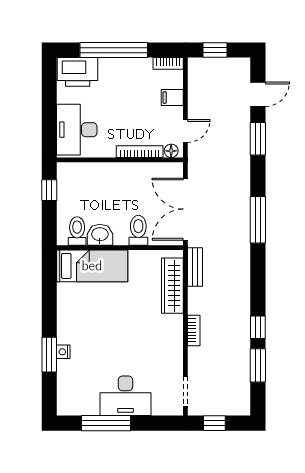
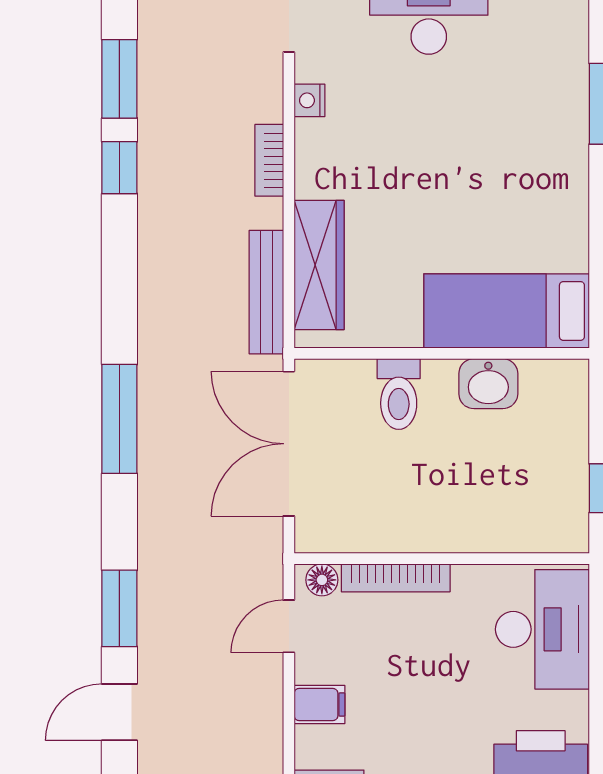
double door: (185, 209) -> (289, 444), swing flipped
toilet: (77, 231) -> (542, 392), removed
bench: (195, 267) -> (266, 292), width x1.36
nightstand: (63, 352) -> (309, 100), moved, turned 180

